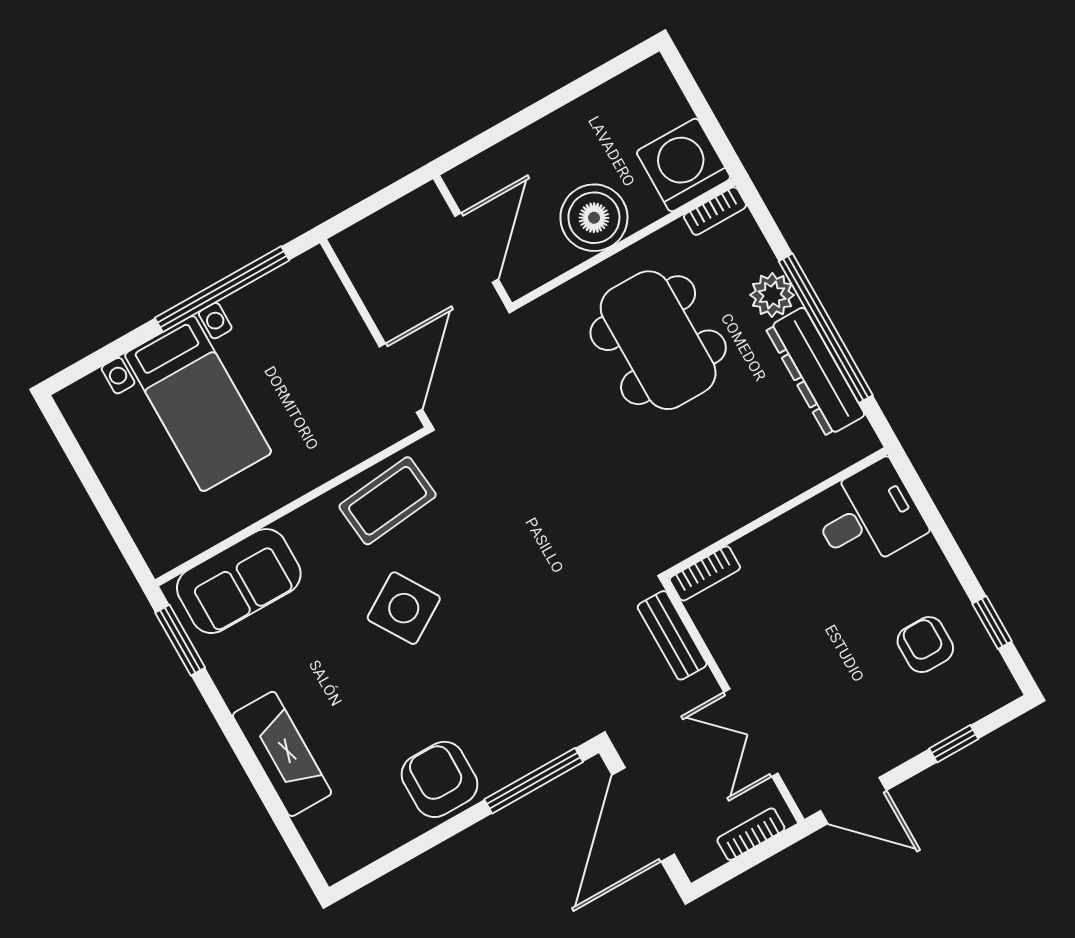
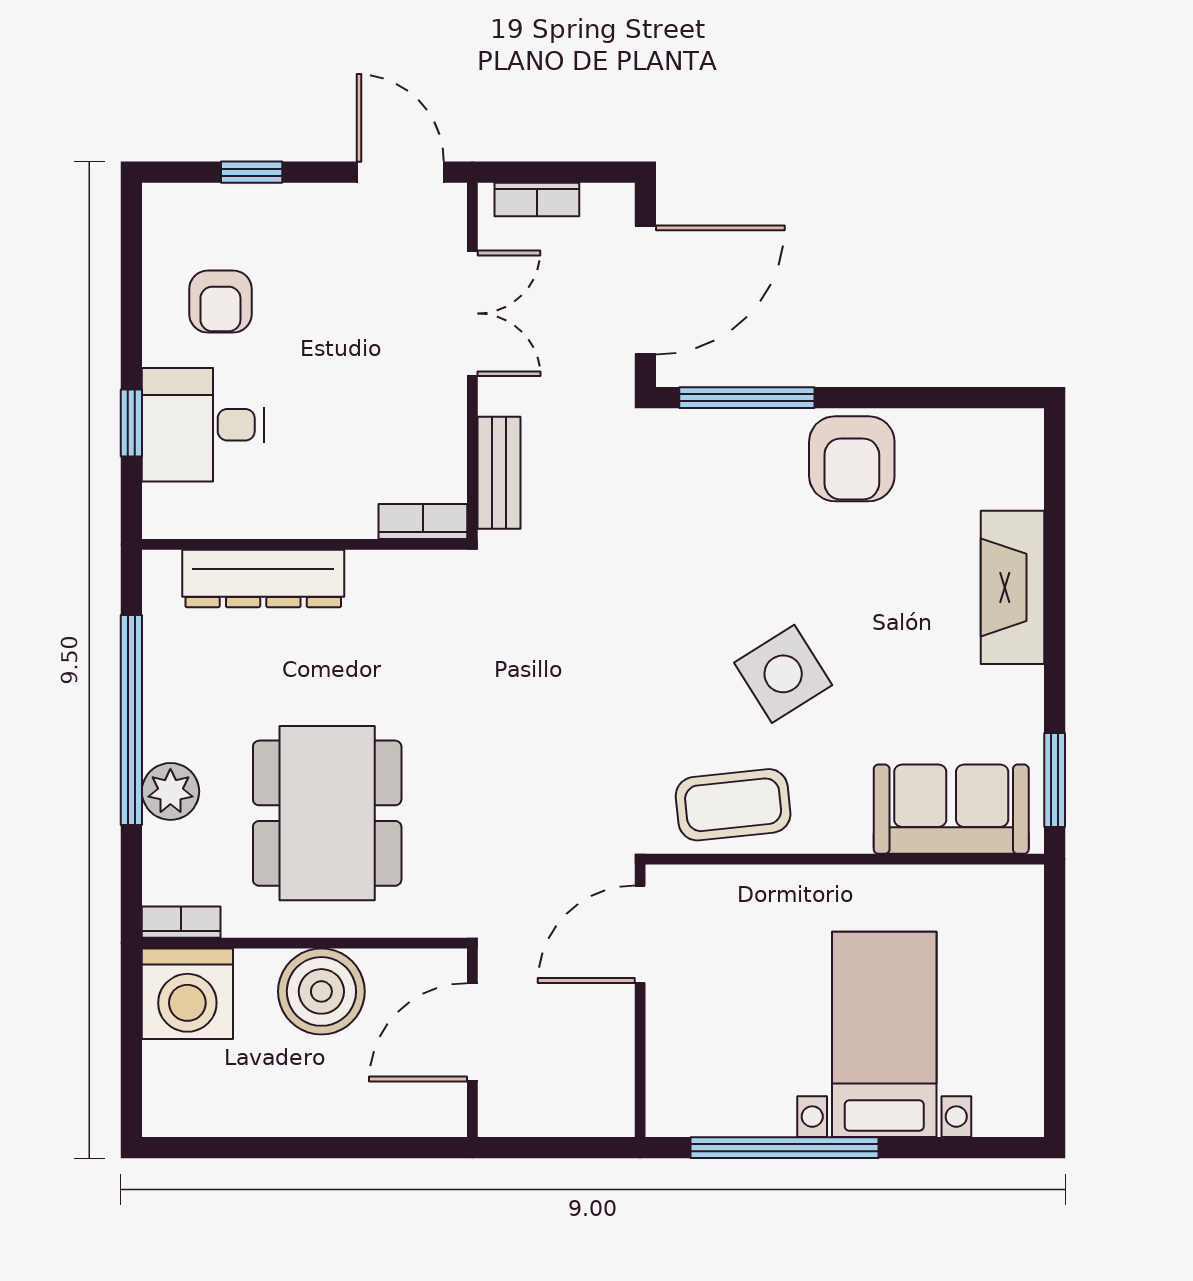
dresser: (815, 372) -> (263, 579), moved, turned 90
desk: (868, 516) -> (203, 425), moved
window: (992, 622) -> (131, 423), moved

